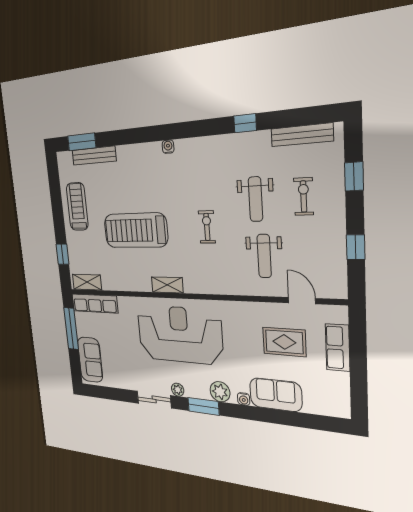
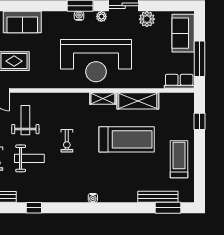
weight bench: (255, 199) -> (29, 158), turned 90
treadmill: (77, 207) -> (179, 159), turned 180
shelving: (87, 282) -> (138, 101), moved, width x1.50, depth x1.33
row of seats: (95, 303) -> (179, 81), width x0.68
plant: (220, 392) -> (147, 19), moved
water cooler: (244, 399) -> (79, 16), moved

